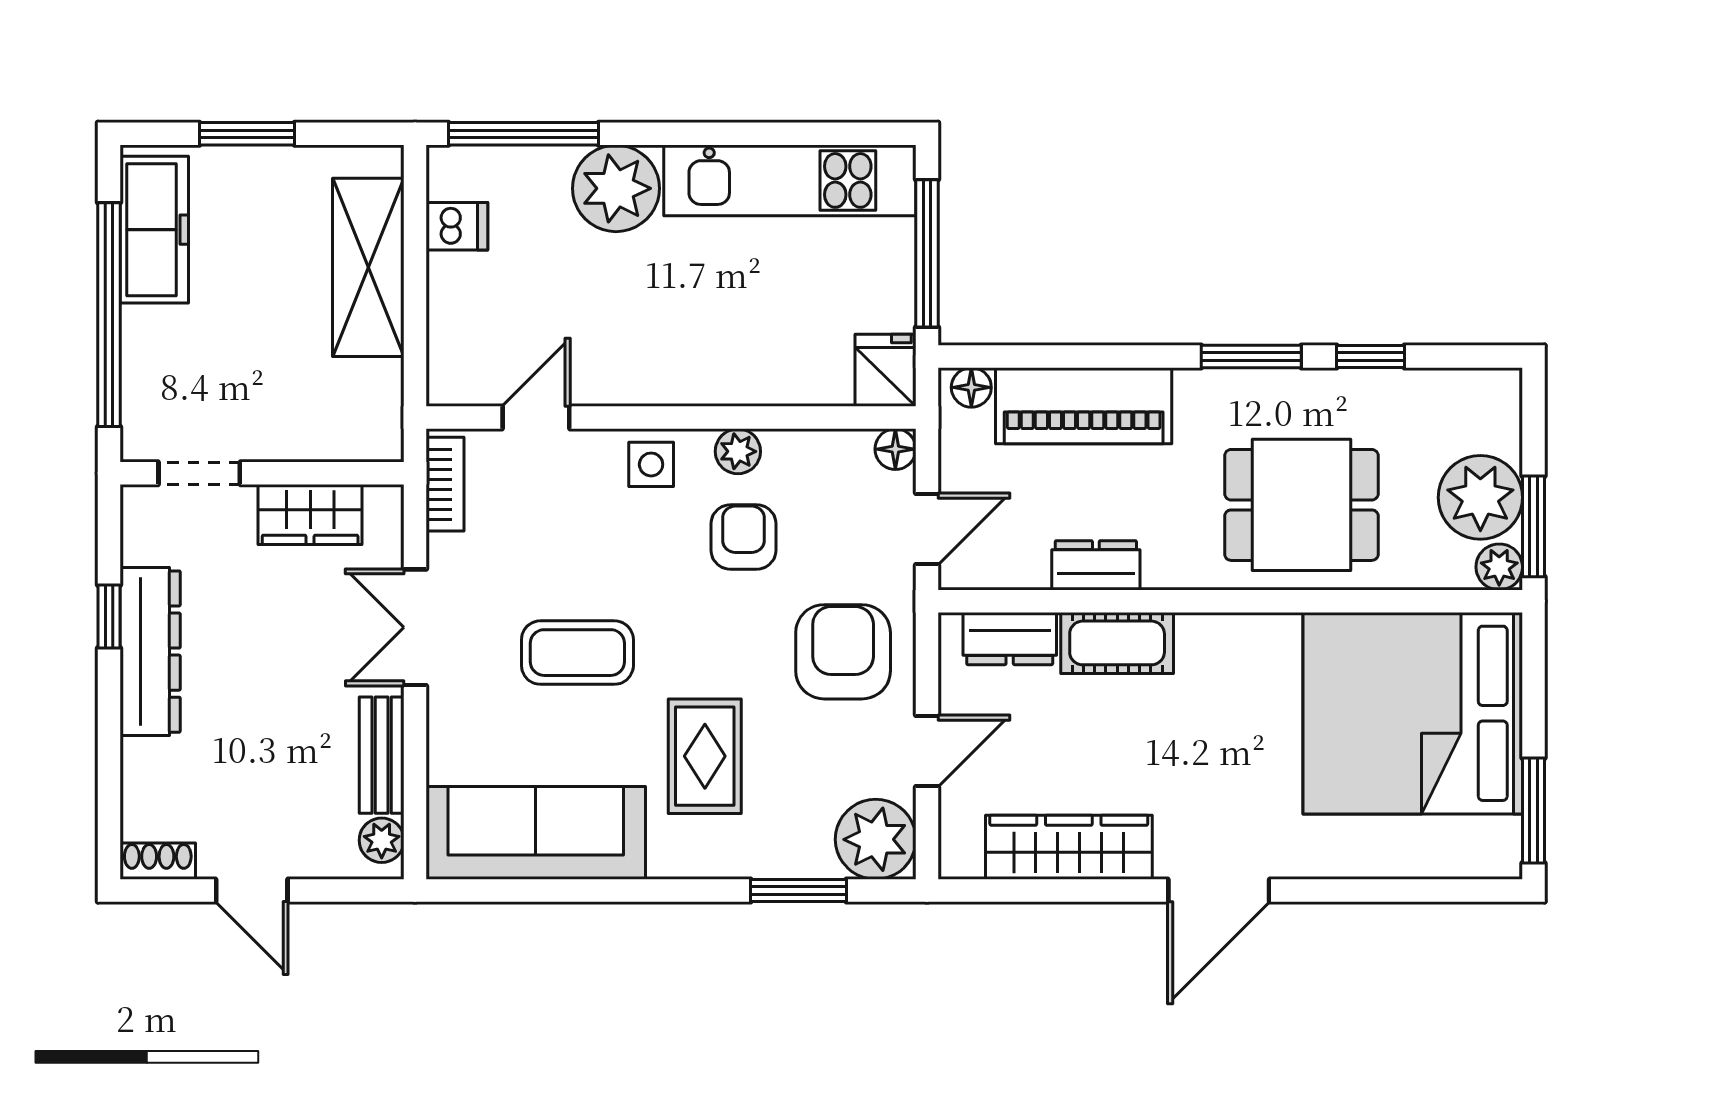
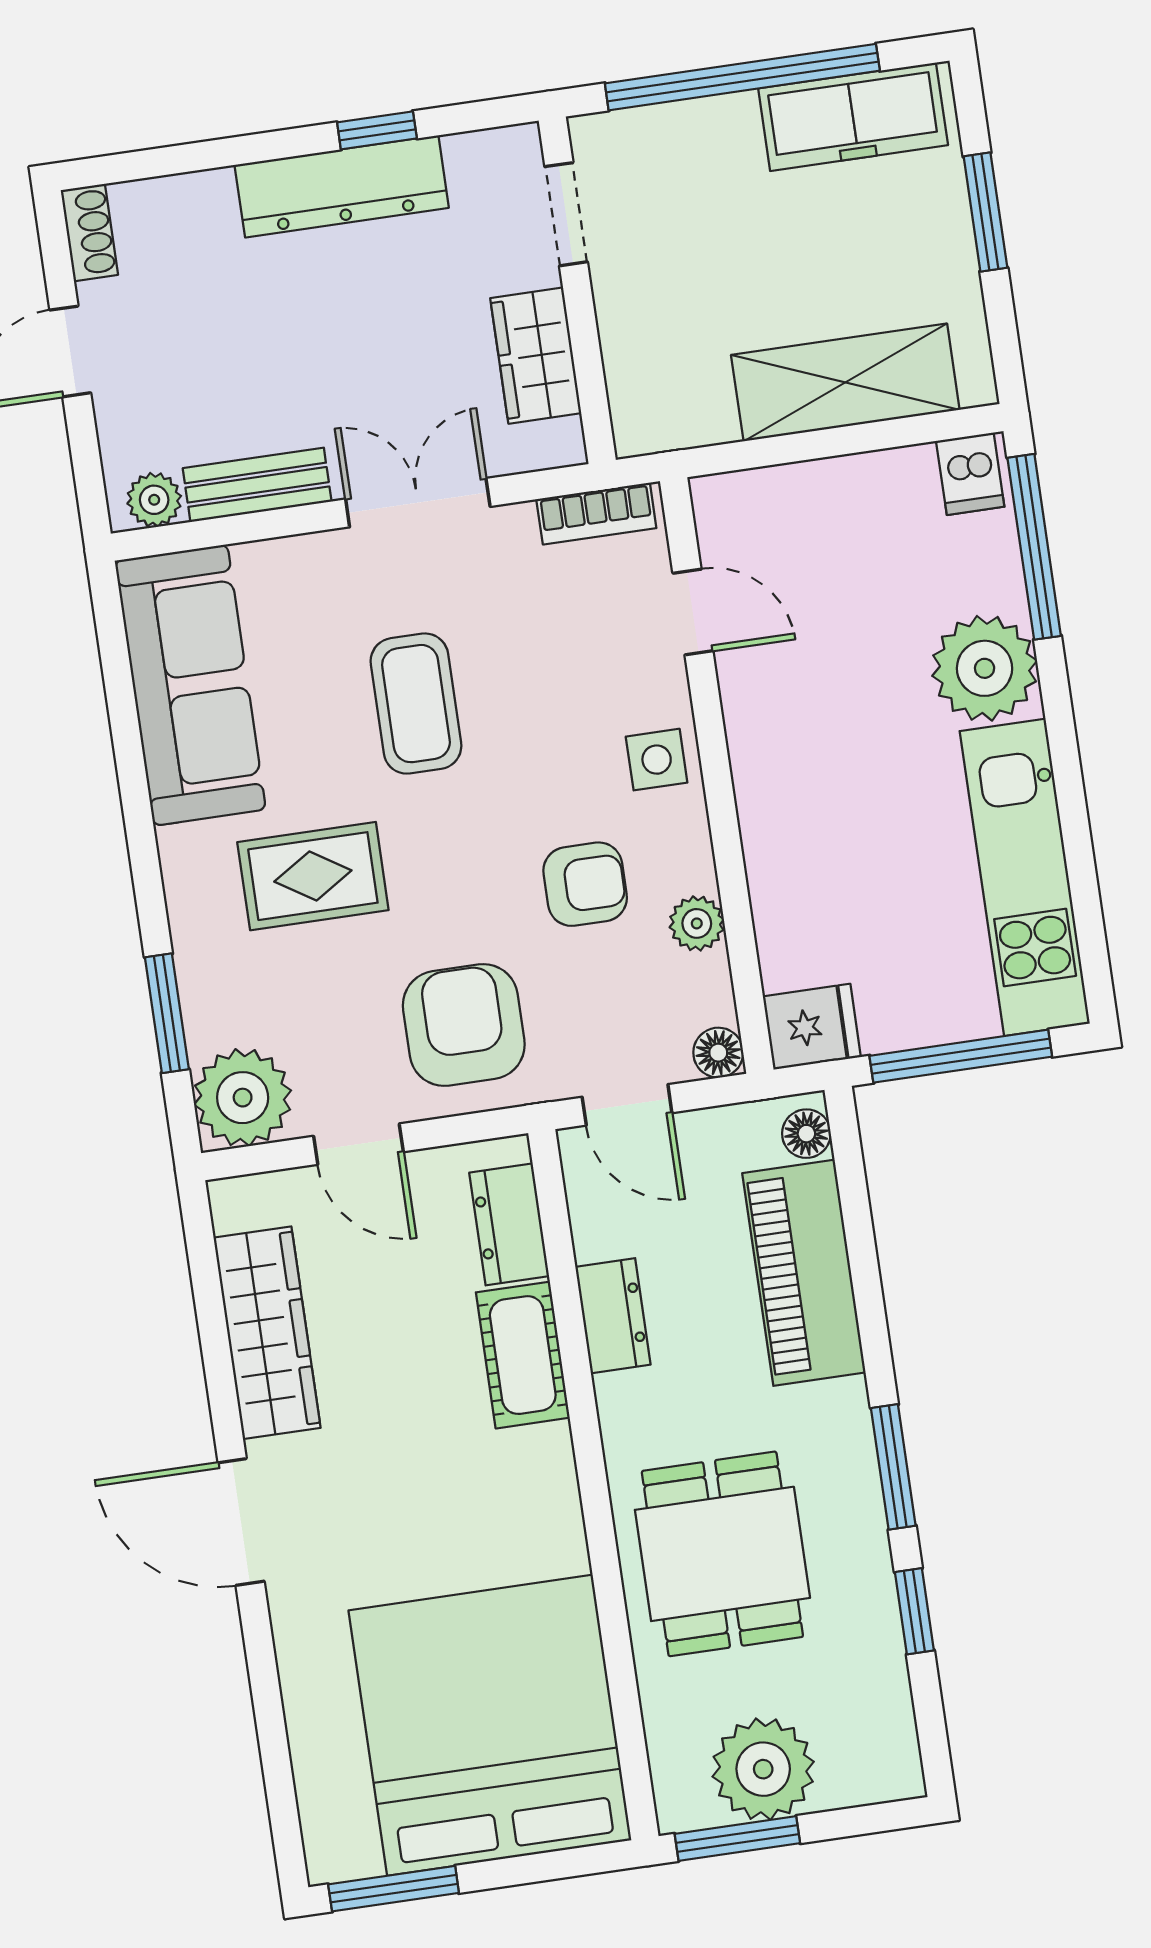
dishwasher: (457, 226) -> (970, 474), moved
plant: (738, 451) -> (697, 923), moved
plant: (1499, 567) -> (682, 1804), removed
armchair: (843, 652) -> (464, 1025), turned -90

